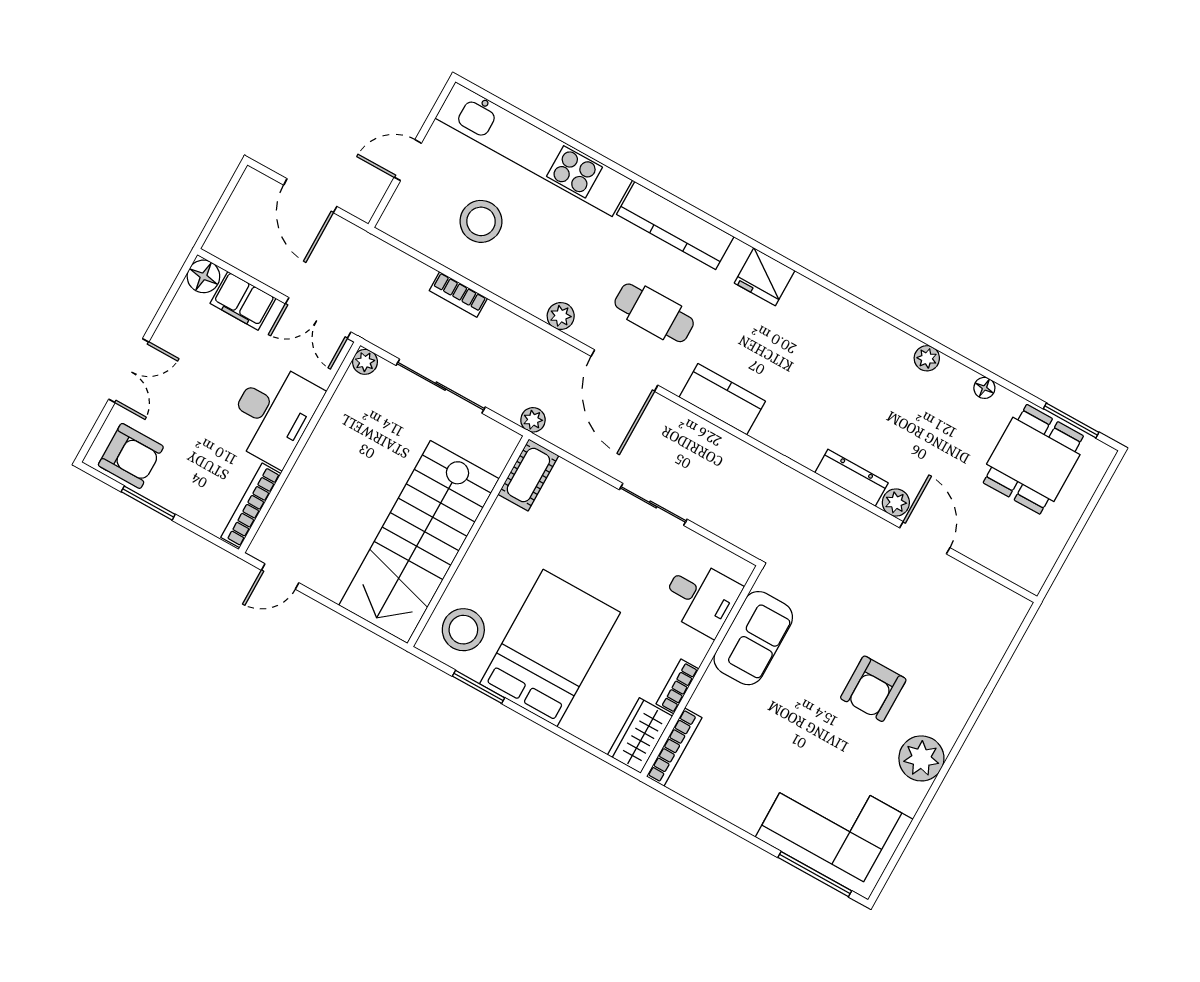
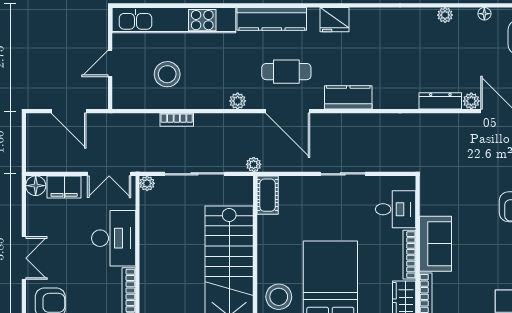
sofa: (753, 638) -> (436, 244), moved
bookcase: (677, 686) -> (409, 255), width x1.56

